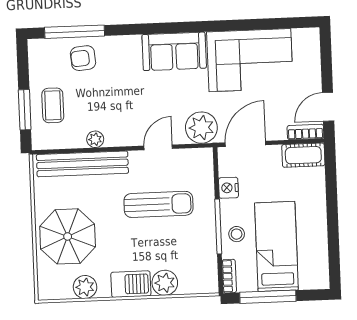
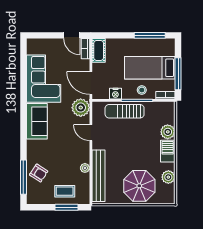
armchair: (83, 58) -> (39, 173), turned -52
sun lounger: (158, 204) -> (125, 111), moved, turned -90
window: (334, 244) -> (150, 35), added

